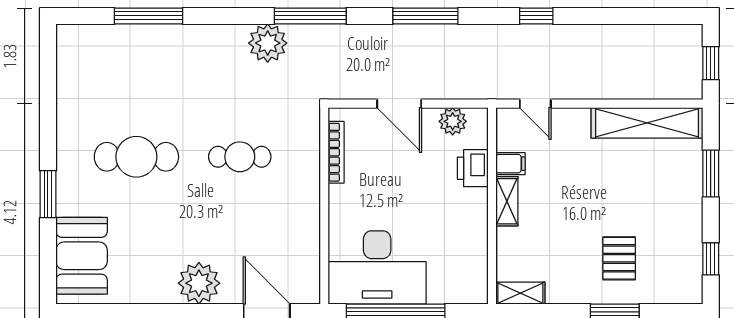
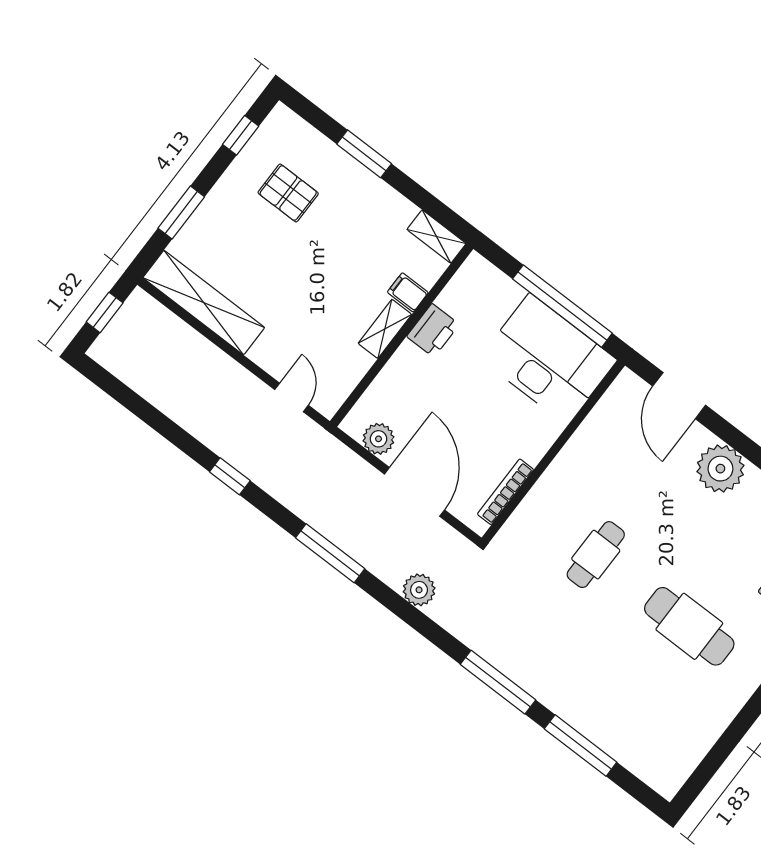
window: (310, 16) -> (498, 682), moved
plant: (268, 43) -> (419, 590), moved, width x0.73, depth x0.73
door: (399, 104) -> (415, 492), width x1.36
cafe table: (240, 157) -> (596, 555), turned 90
filing cabinet: (511, 164) -> (408, 292), moved
printer: (473, 168) -> (433, 330), moved
pallet: (619, 258) -> (288, 193), moved, turned 90

